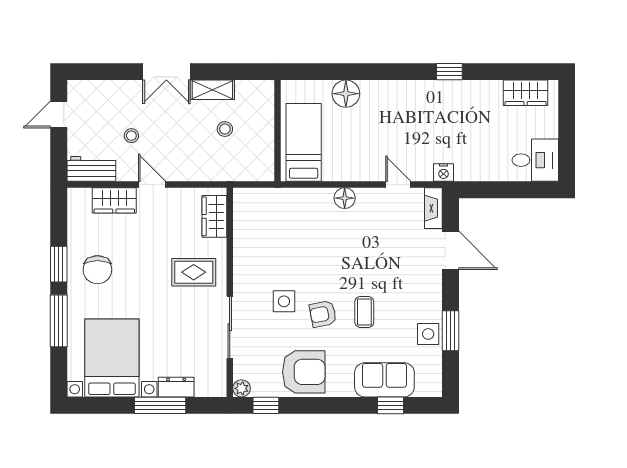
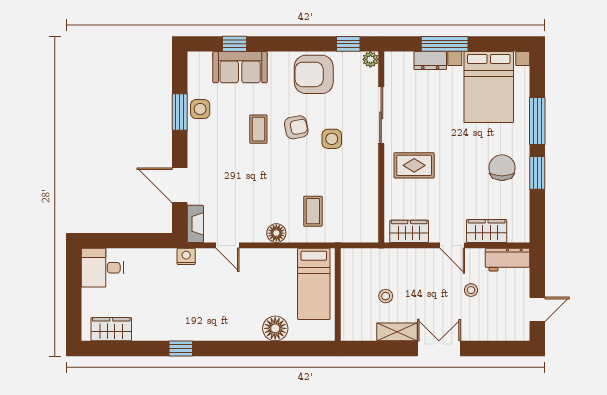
wardrobe: (214, 216) -> (409, 231), moved, turned -90
coffee table: (305, 222) -> (313, 211), added

